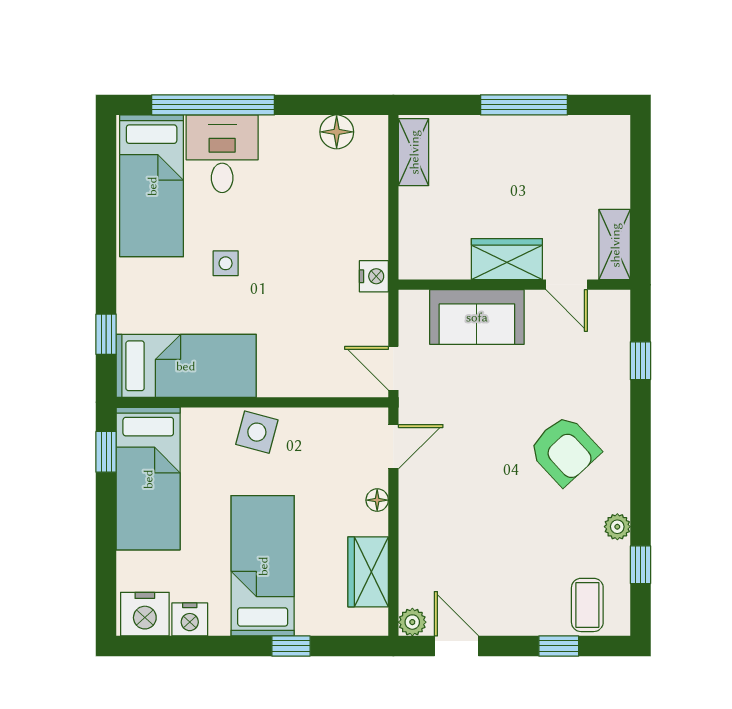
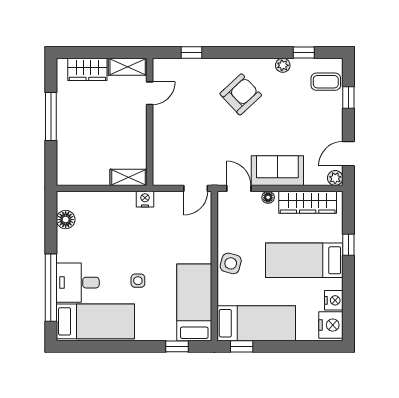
shelving: (414, 152) -> (128, 177), moved
wardrobe: (507, 259) -> (87, 69), moved, turned -90
sofa: (477, 317) -> (277, 171), moved, turned -90
wardrobe: (368, 572) -> (308, 202), width x1.50

